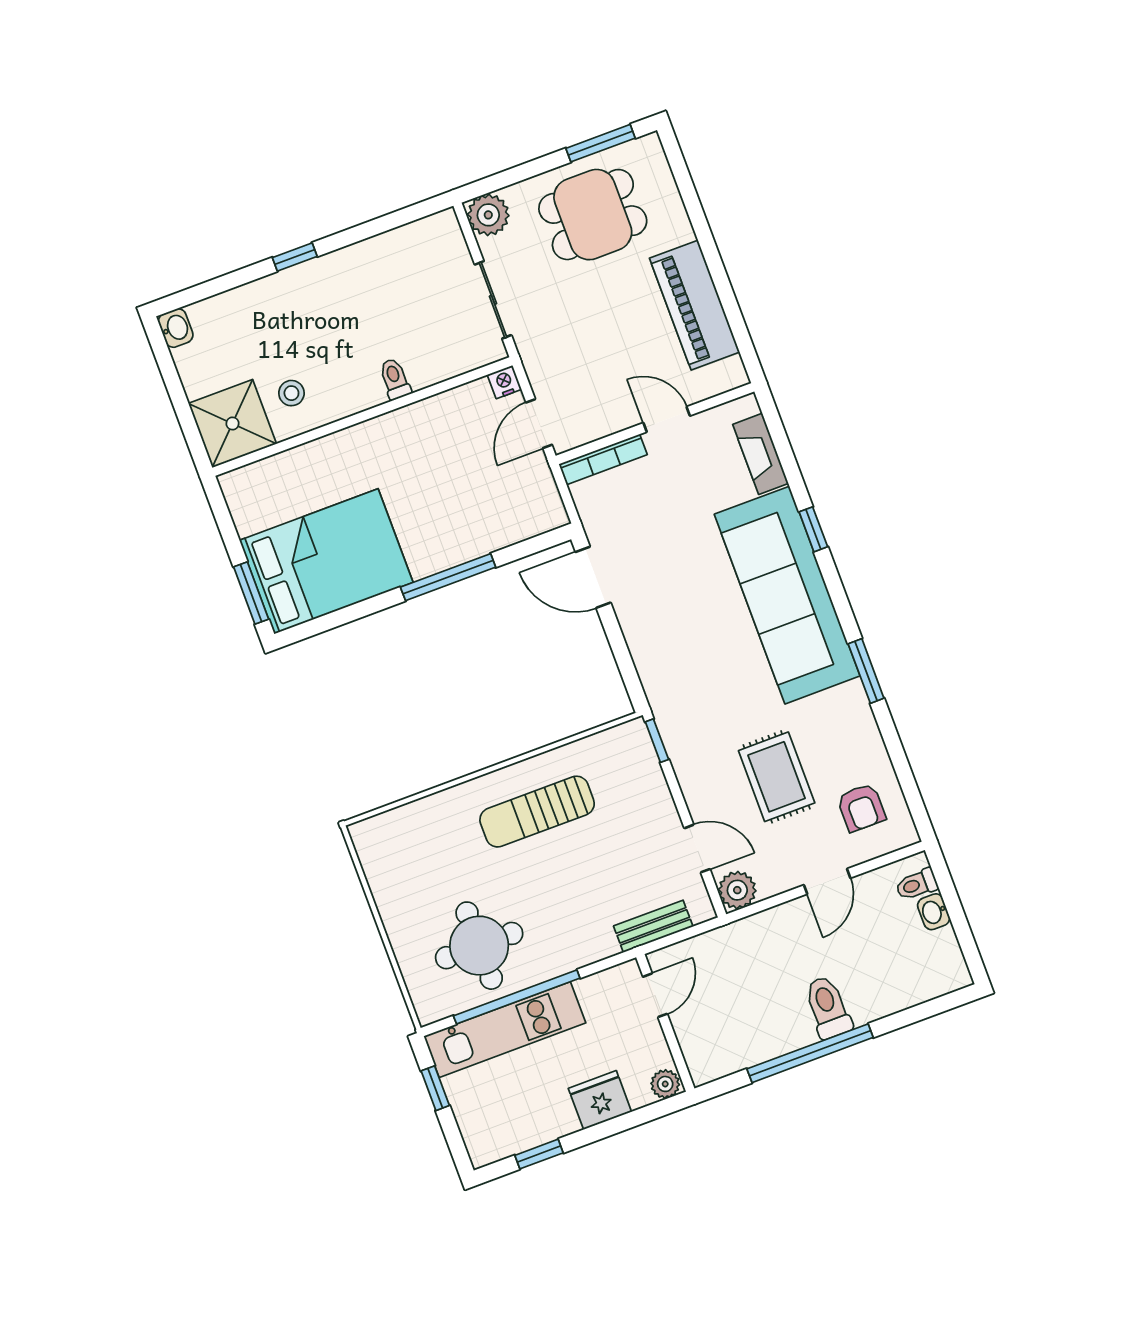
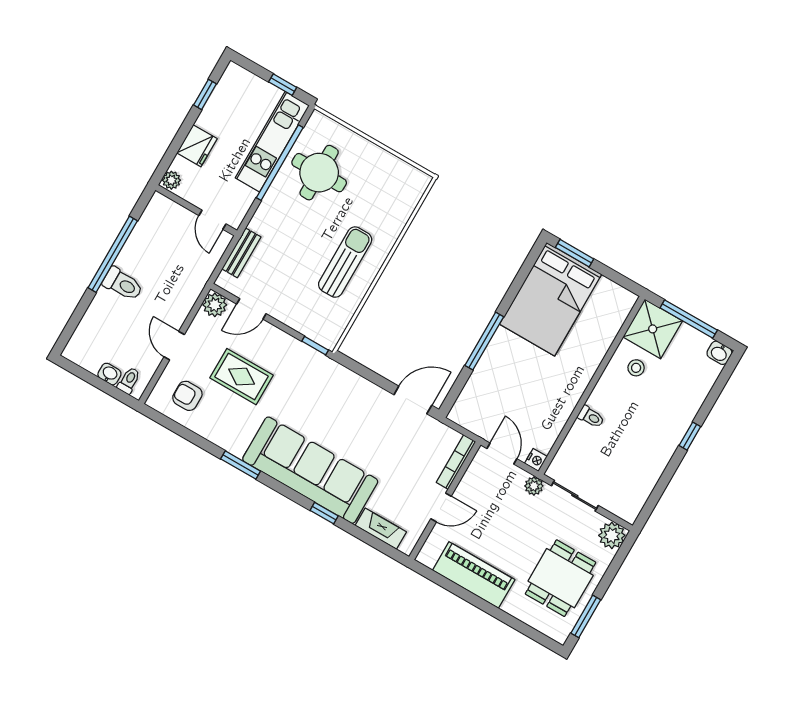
plant: (533, 352) -> (534, 486), added
window: (179, 399) -> (689, 319), added

